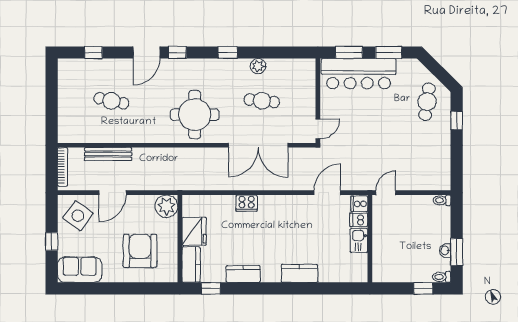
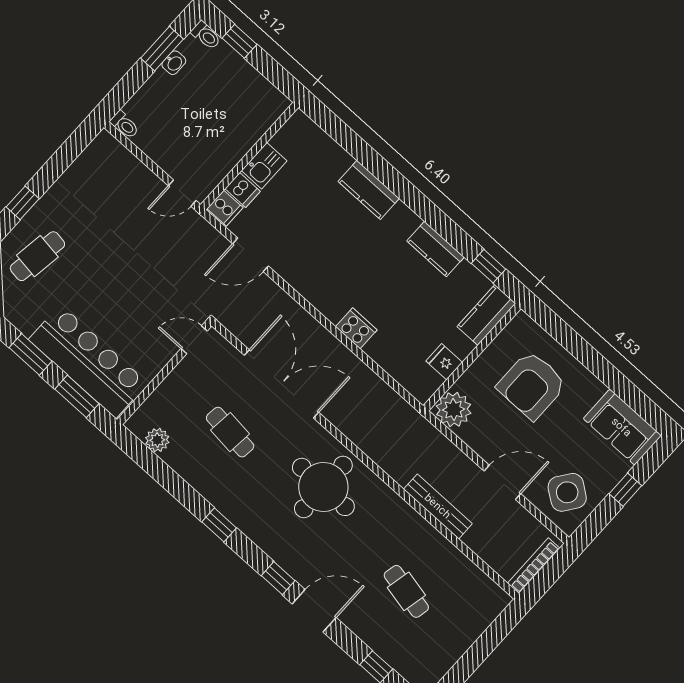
plant: (258, 66) -> (157, 440), moved
bench: (108, 154) -> (438, 506), moved
fridge: (194, 231) -> (444, 362), width x0.53, depth x0.75

